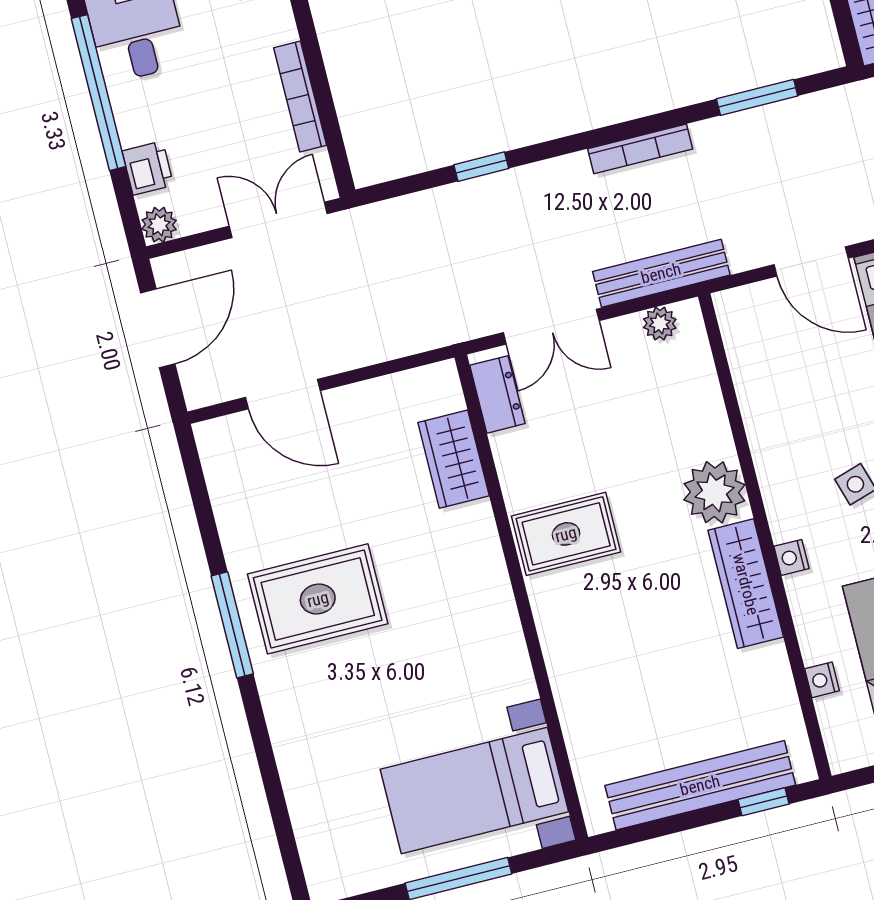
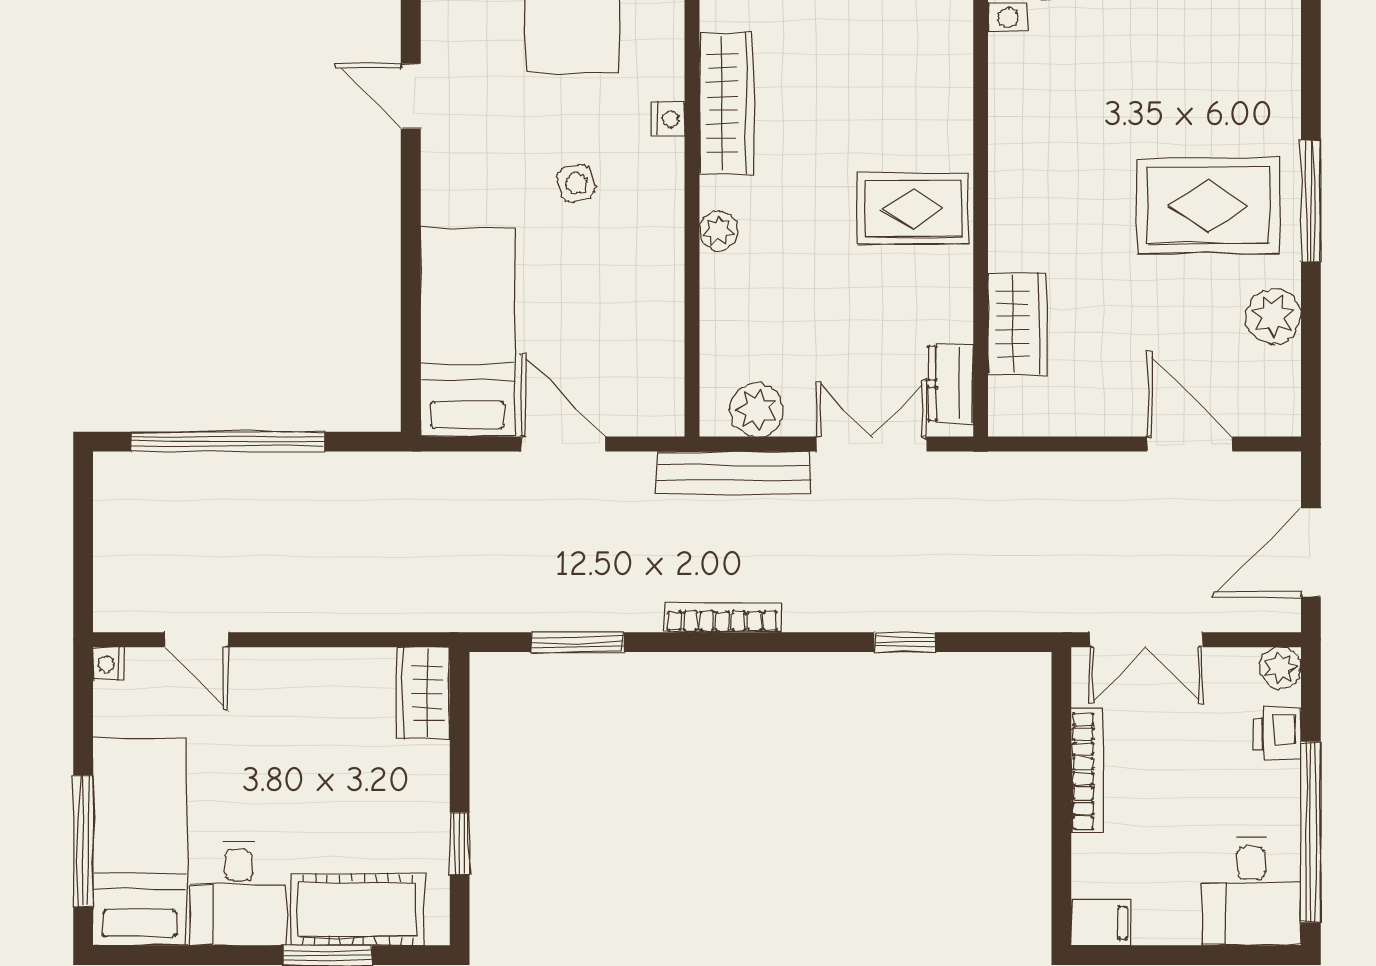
plant: (660, 323) -> (757, 410), width x1.38, depth x1.38
plant: (714, 492) -> (719, 231), width x0.53, depth x0.53
plant: (240, 520) -> (1273, 316), added

